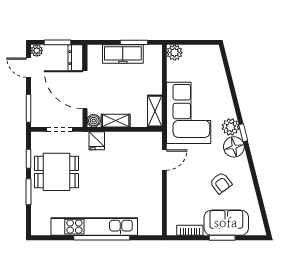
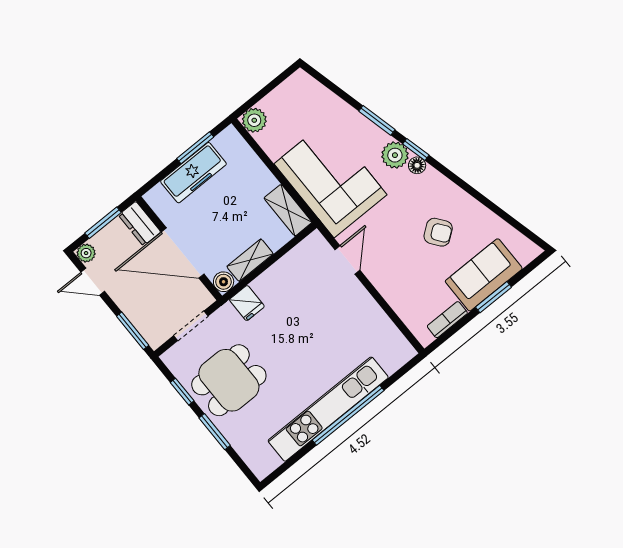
window: (236, 102) -> (377, 120), added
floor lamp: (234, 147) -> (417, 165), width x0.53, depth x0.53

